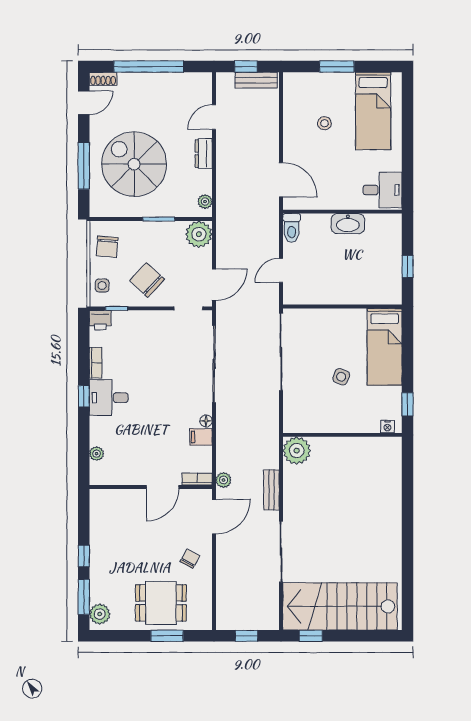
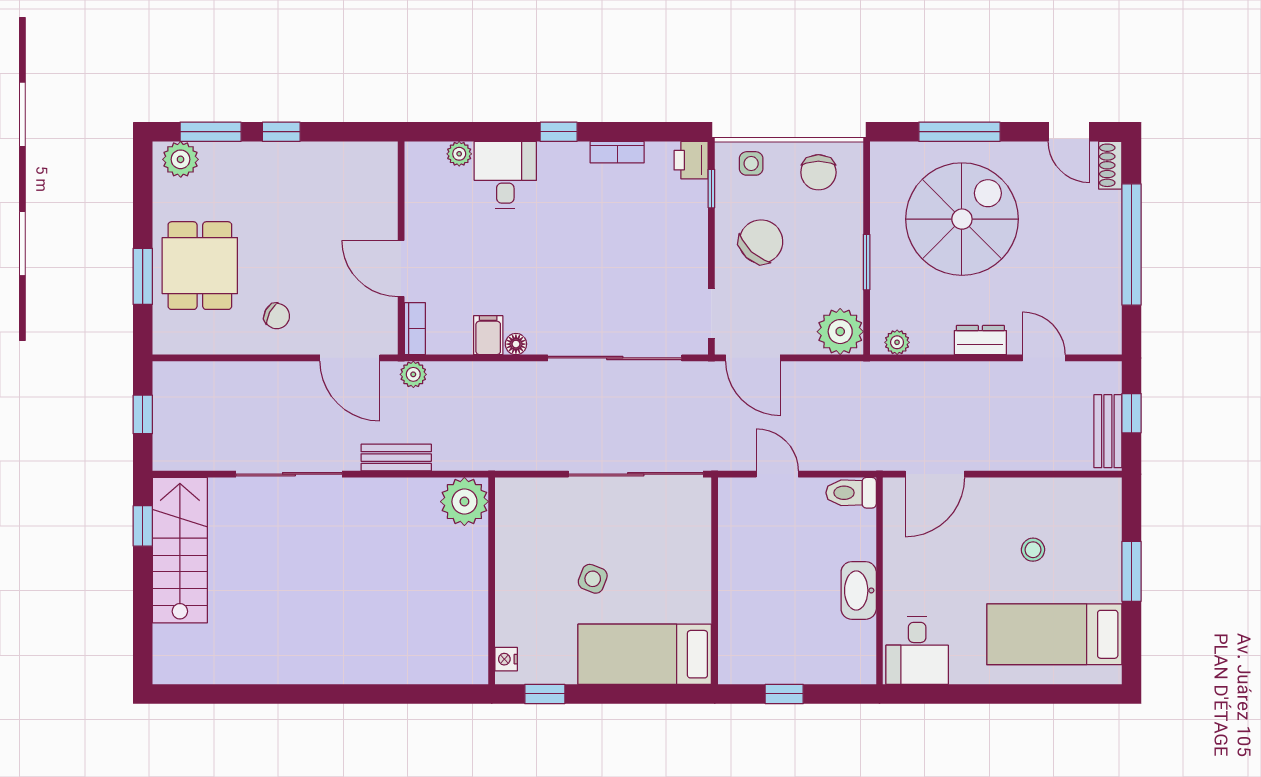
chair: (107, 247) -> (818, 172), turned -95
desk: (109, 398) -> (505, 175), moved
stairs: (340, 606) -> (180, 550), width x0.73, depth x0.66

